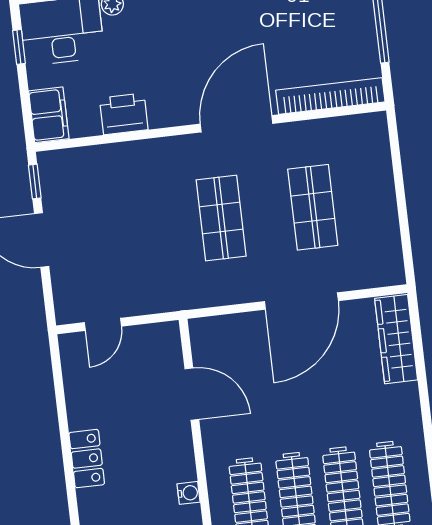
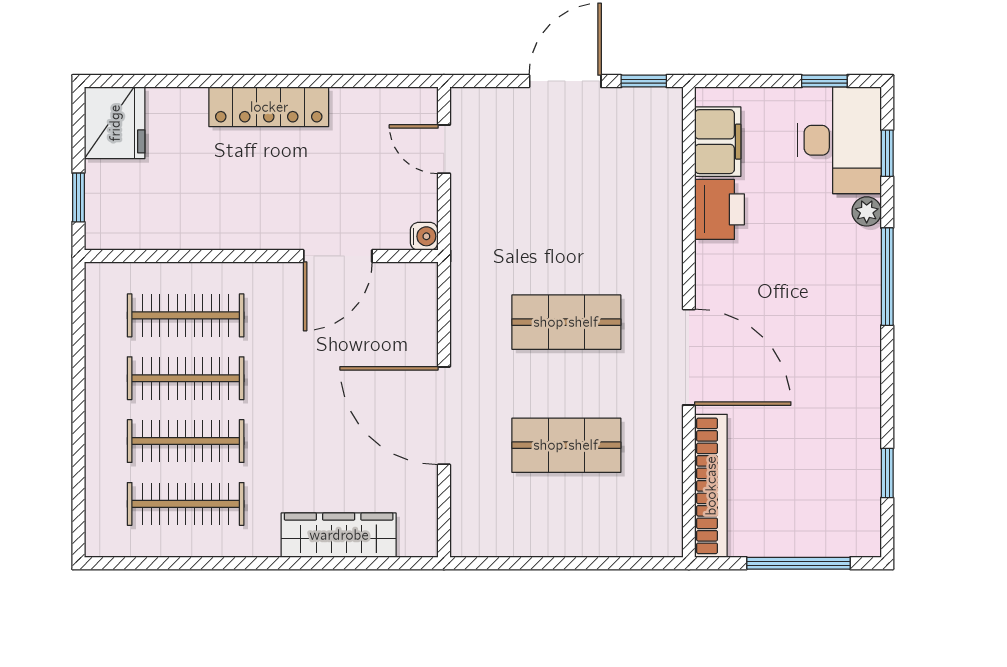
filing cabinet: (49, 115) -> (718, 142), moved, turned -90
wardrobe: (396, 339) -> (339, 535), moved
locker: (87, 459) -> (269, 107), width x1.53
water cooler: (189, 493) -> (424, 236), moved, turned -90

